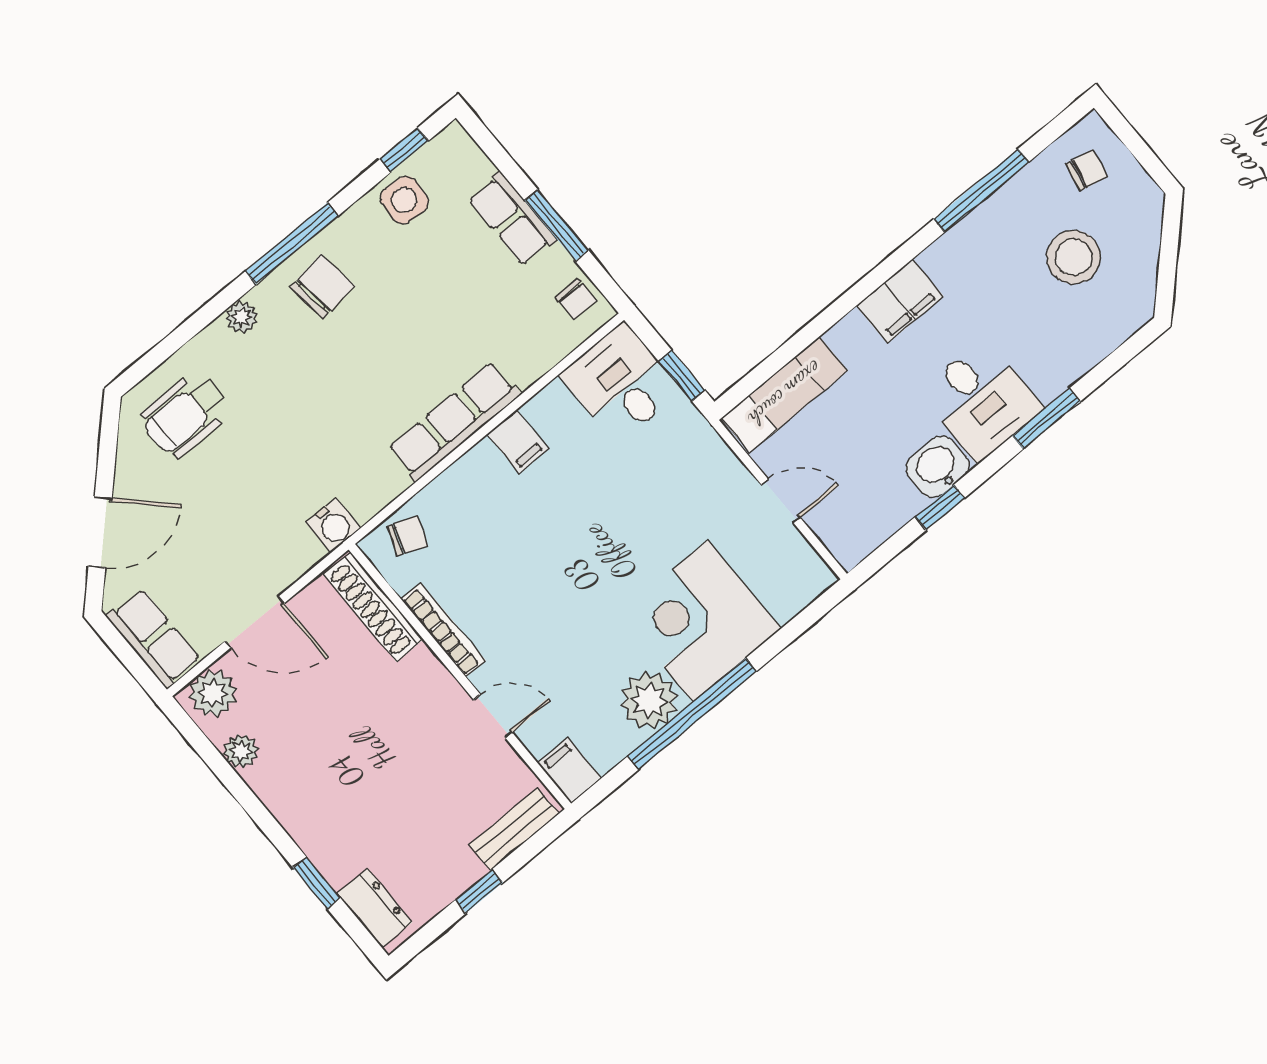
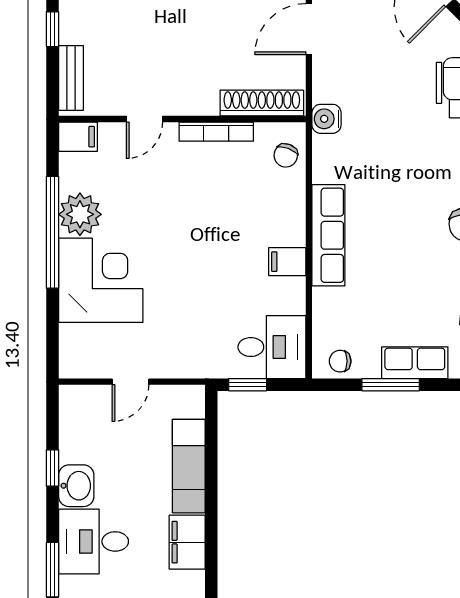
exam couch: (785, 394) -> (189, 466), moved

